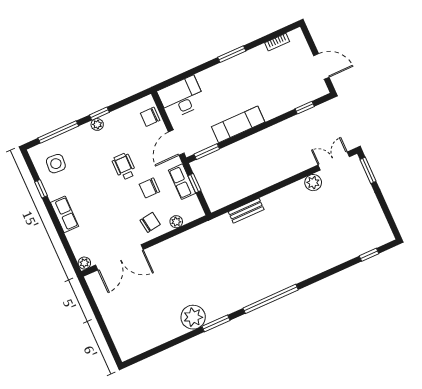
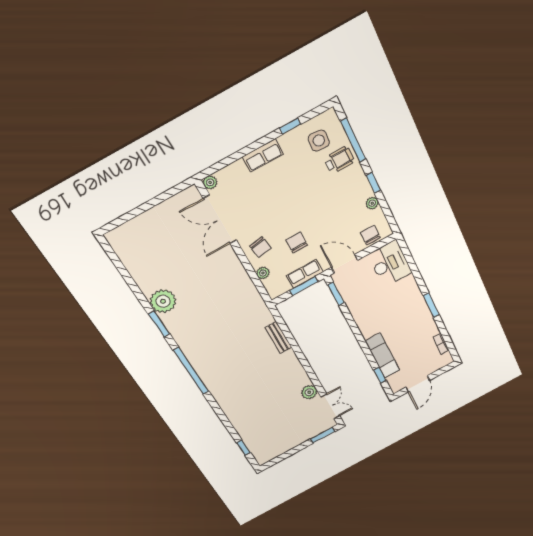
plant: (97, 124) -> (372, 203), moved
exam couch: (238, 124) -> (382, 356), moved
wheelchair: (124, 166) -> (339, 160), moved
window: (195, 183) -> (304, 286), width x1.50

